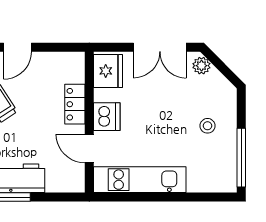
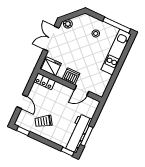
double door: (160, 47) -> (51, 39), swing flipped
locker: (75, 104) -> (45, 81), moved
kitchen unit: (140, 180) -> (116, 52), moved

